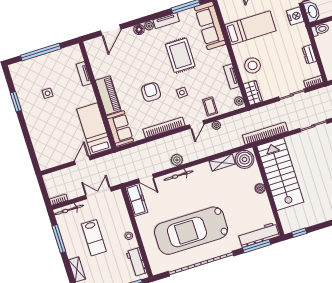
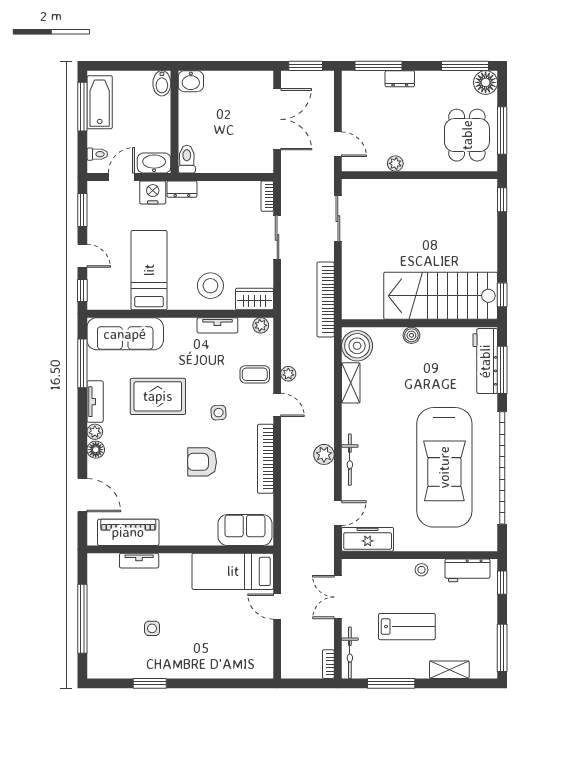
dresser: (309, 54) -> (182, 189), moved
piano: (108, 95) -> (128, 532), moved
stairs: (280, 174) -> (441, 296), moved

